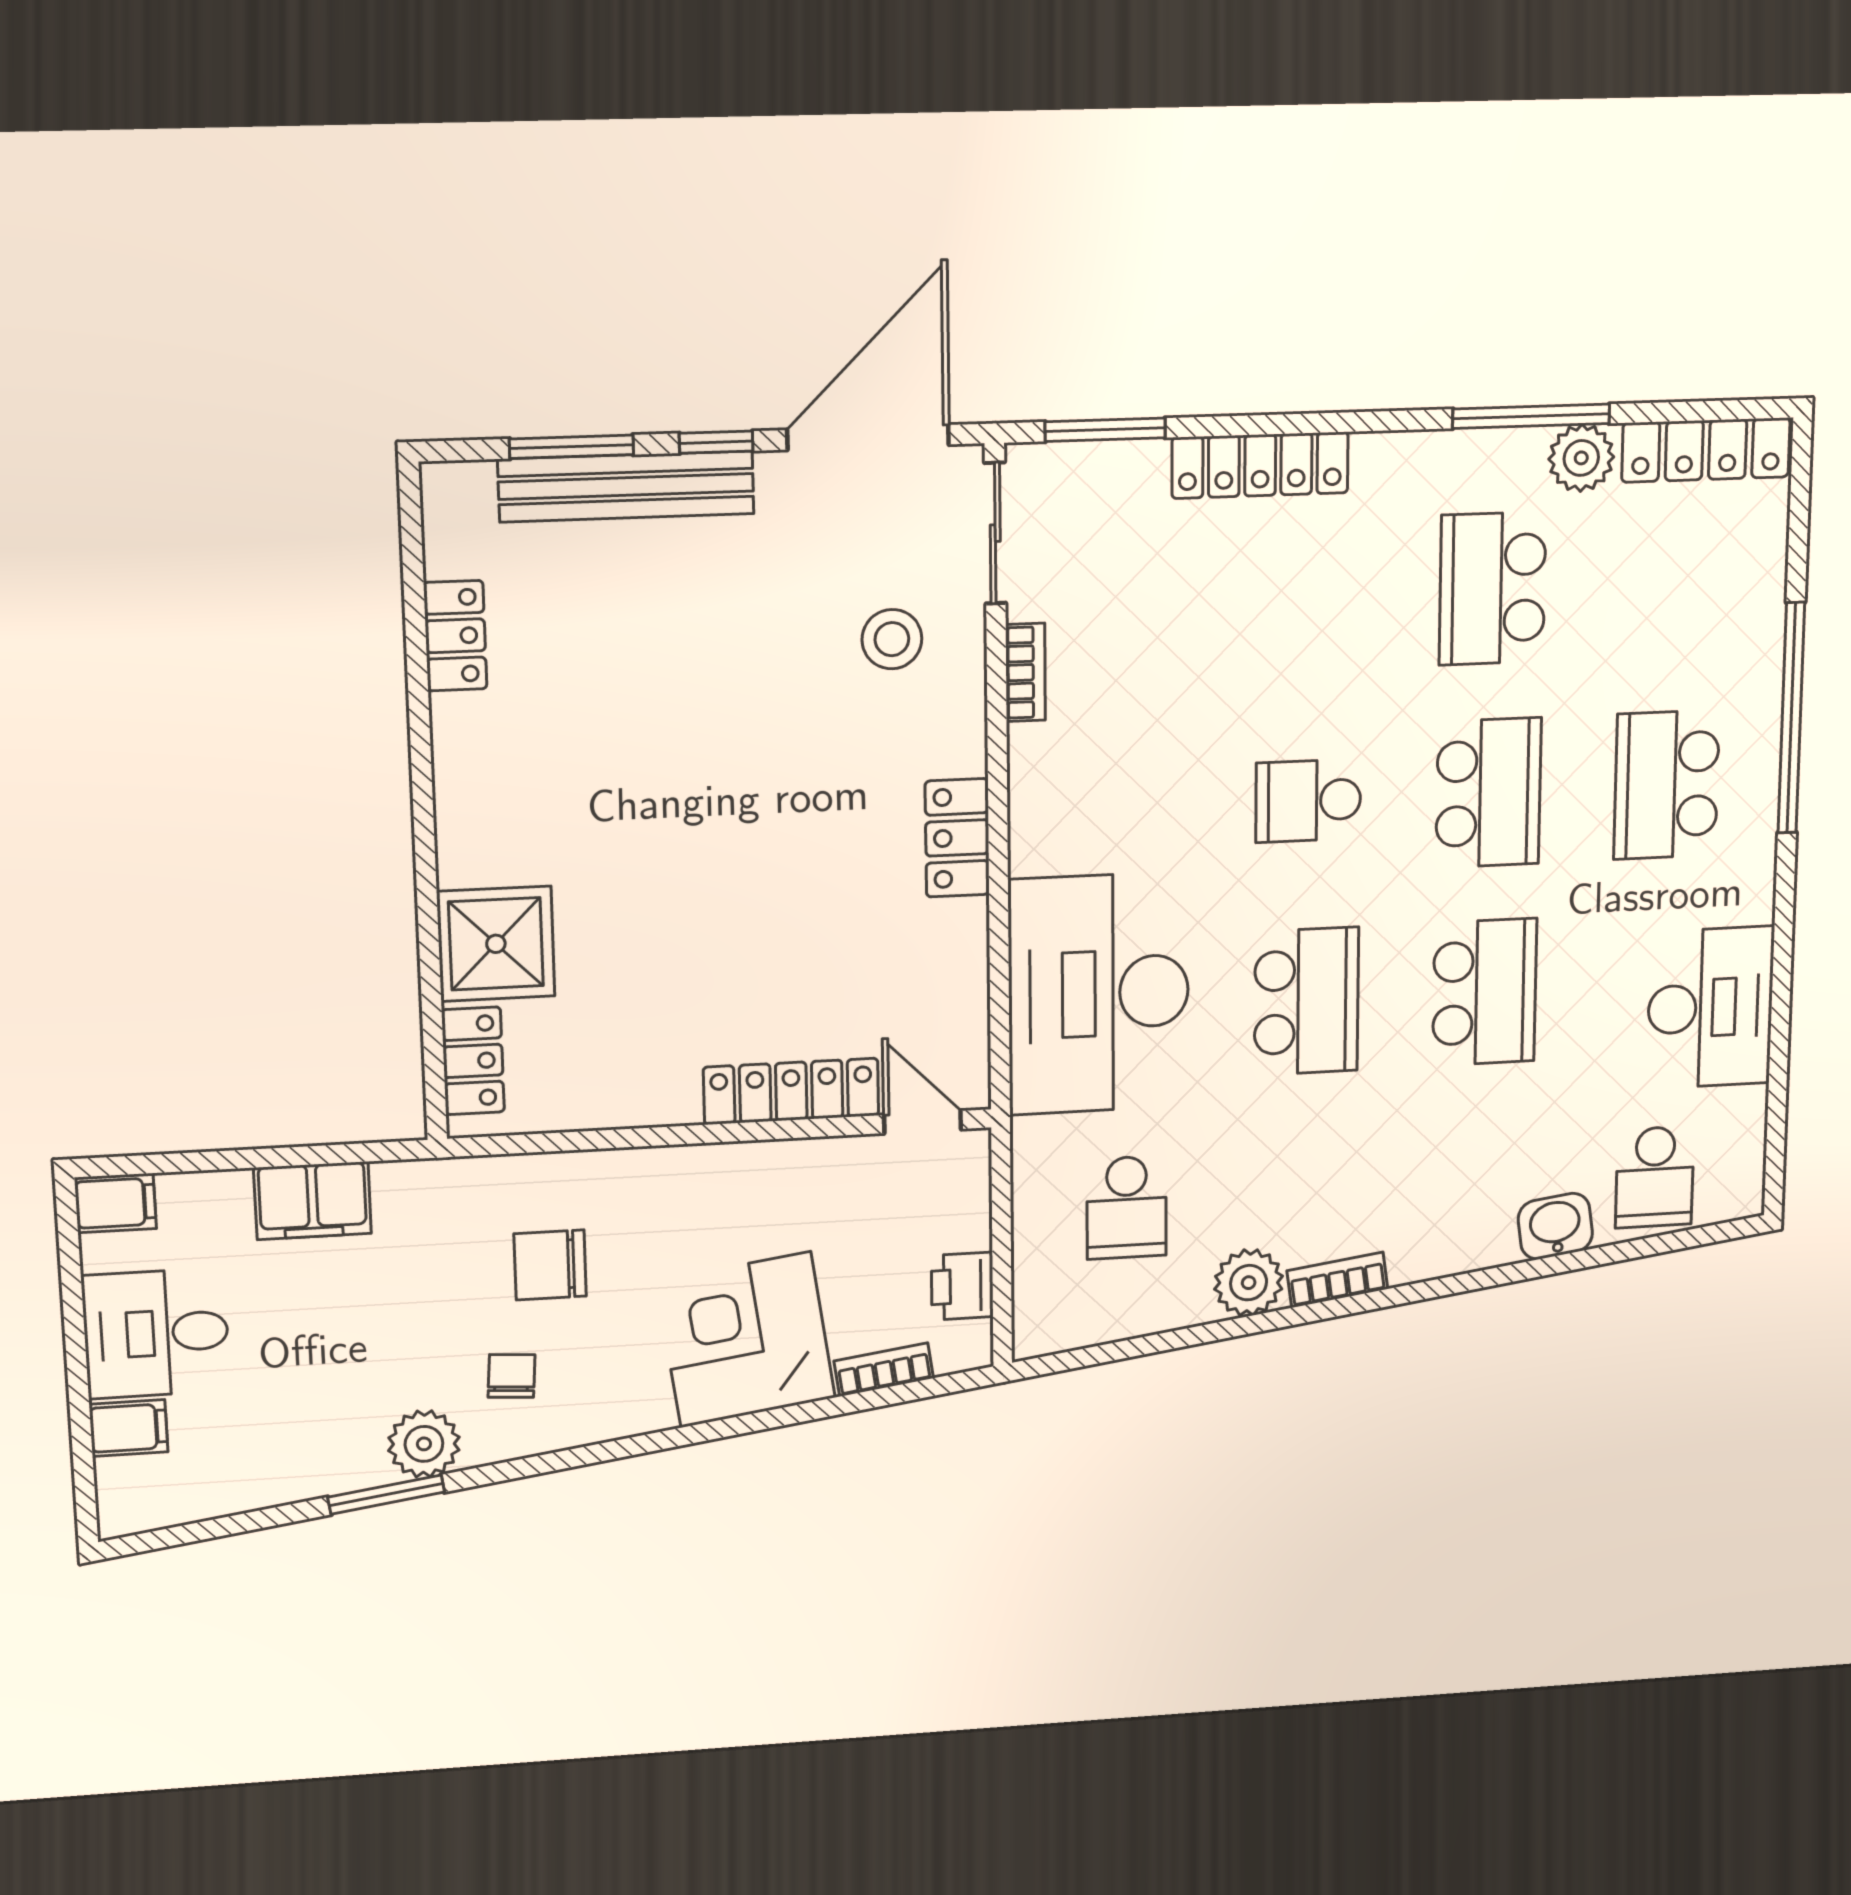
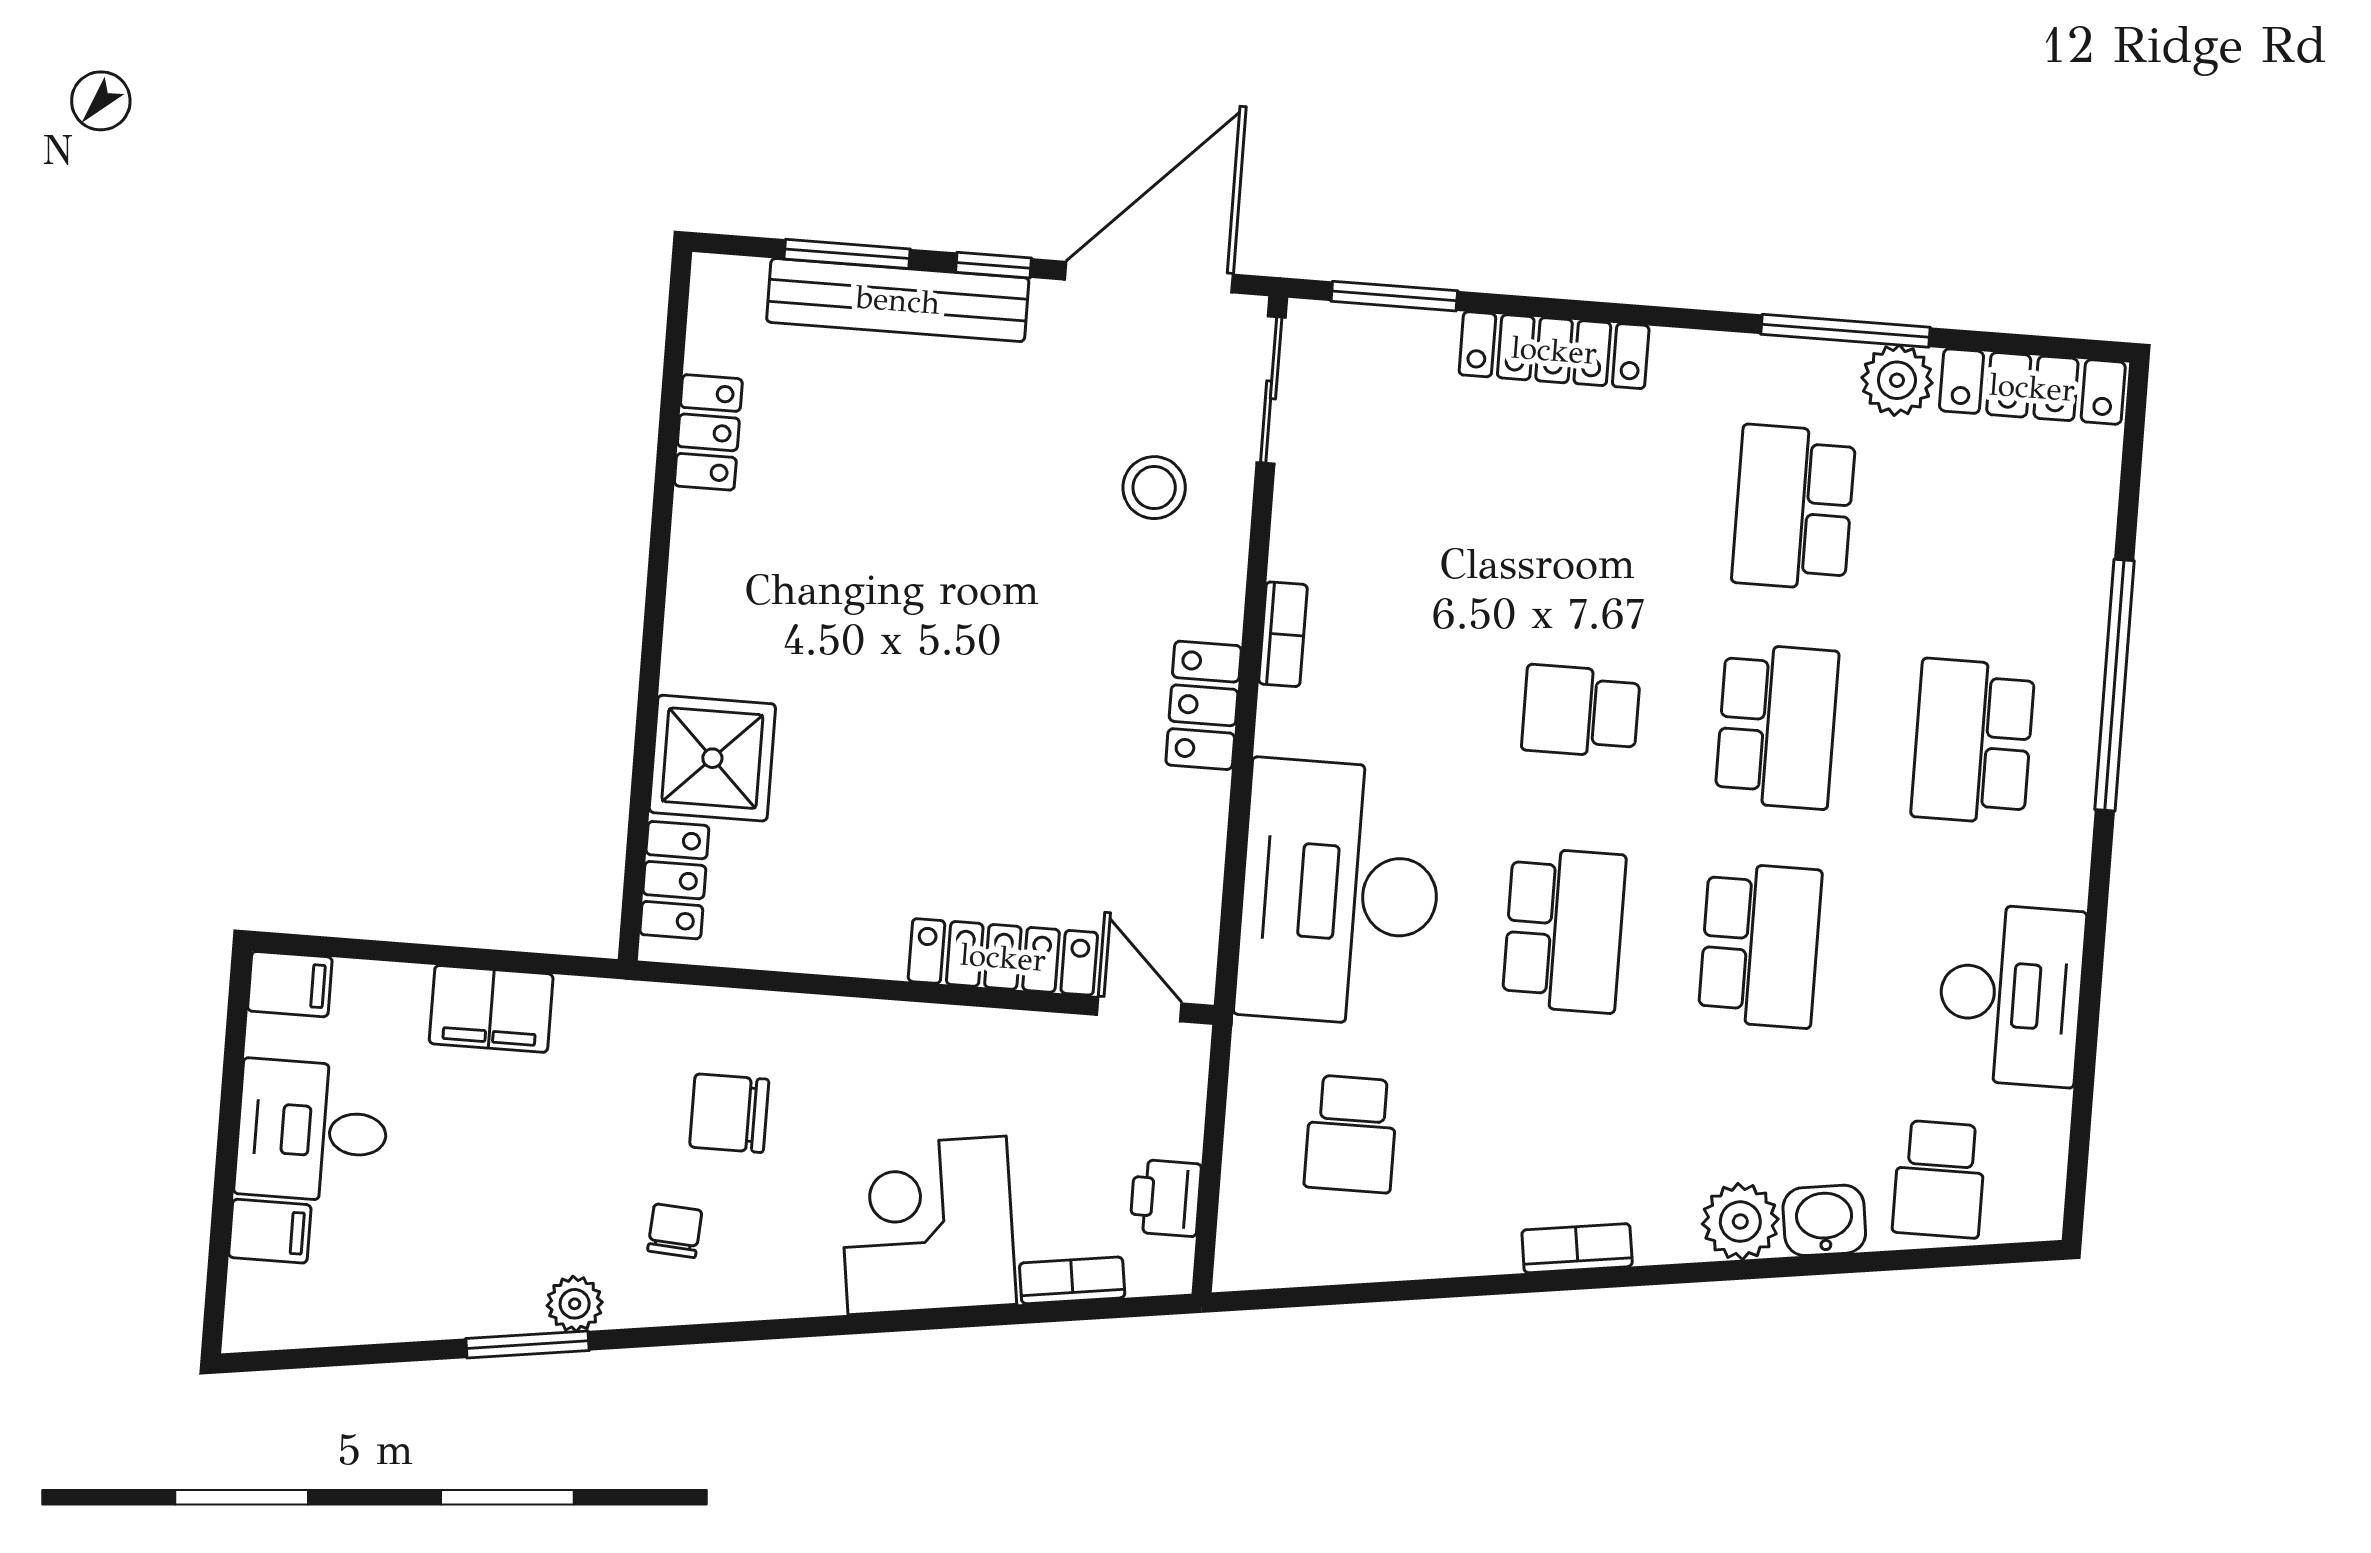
bookcase: (1025, 672) -> (1283, 634), moved
plant: (1249, 1283) -> (1740, 1222), moved
plant: (424, 1444) -> (575, 1304), width x0.73, depth x0.73

